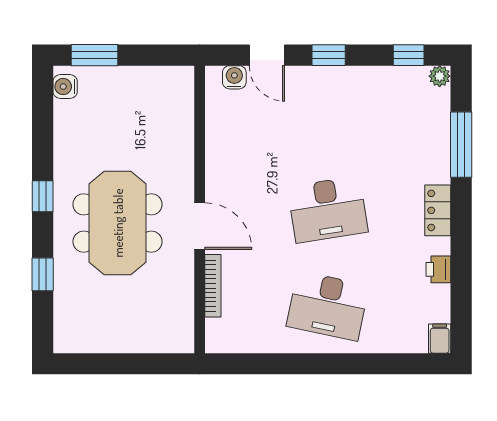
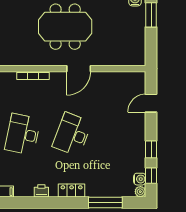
window: (329, 55) -> (151, 149), moved
water cooler: (234, 77) -> (140, 179), moved
desk: (328, 209) -> (72, 134), turned 30
door: (200, 226) -> (79, 69), moved

